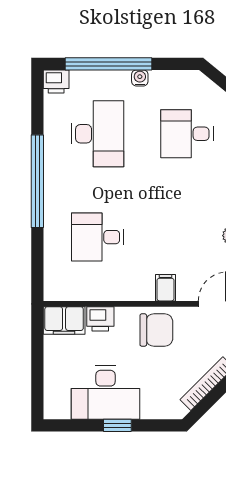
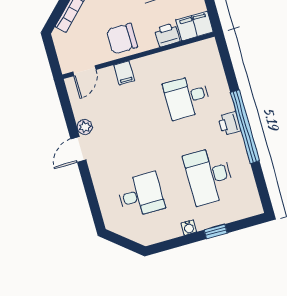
window: (109, 64) -> (216, 232), width x0.32
printer: (56, 82) -> (229, 123), moved, turned -90
desk: (98, 237) -> (187, 97), turned 180

